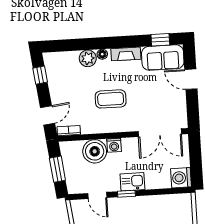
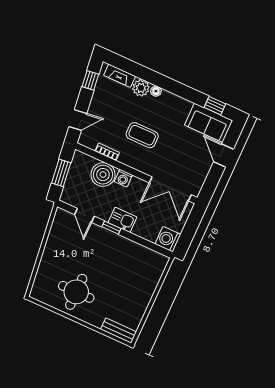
fireplace: (126, 54) -> (120, 76), moved
bookcase: (69, 131) -> (107, 152), moved

